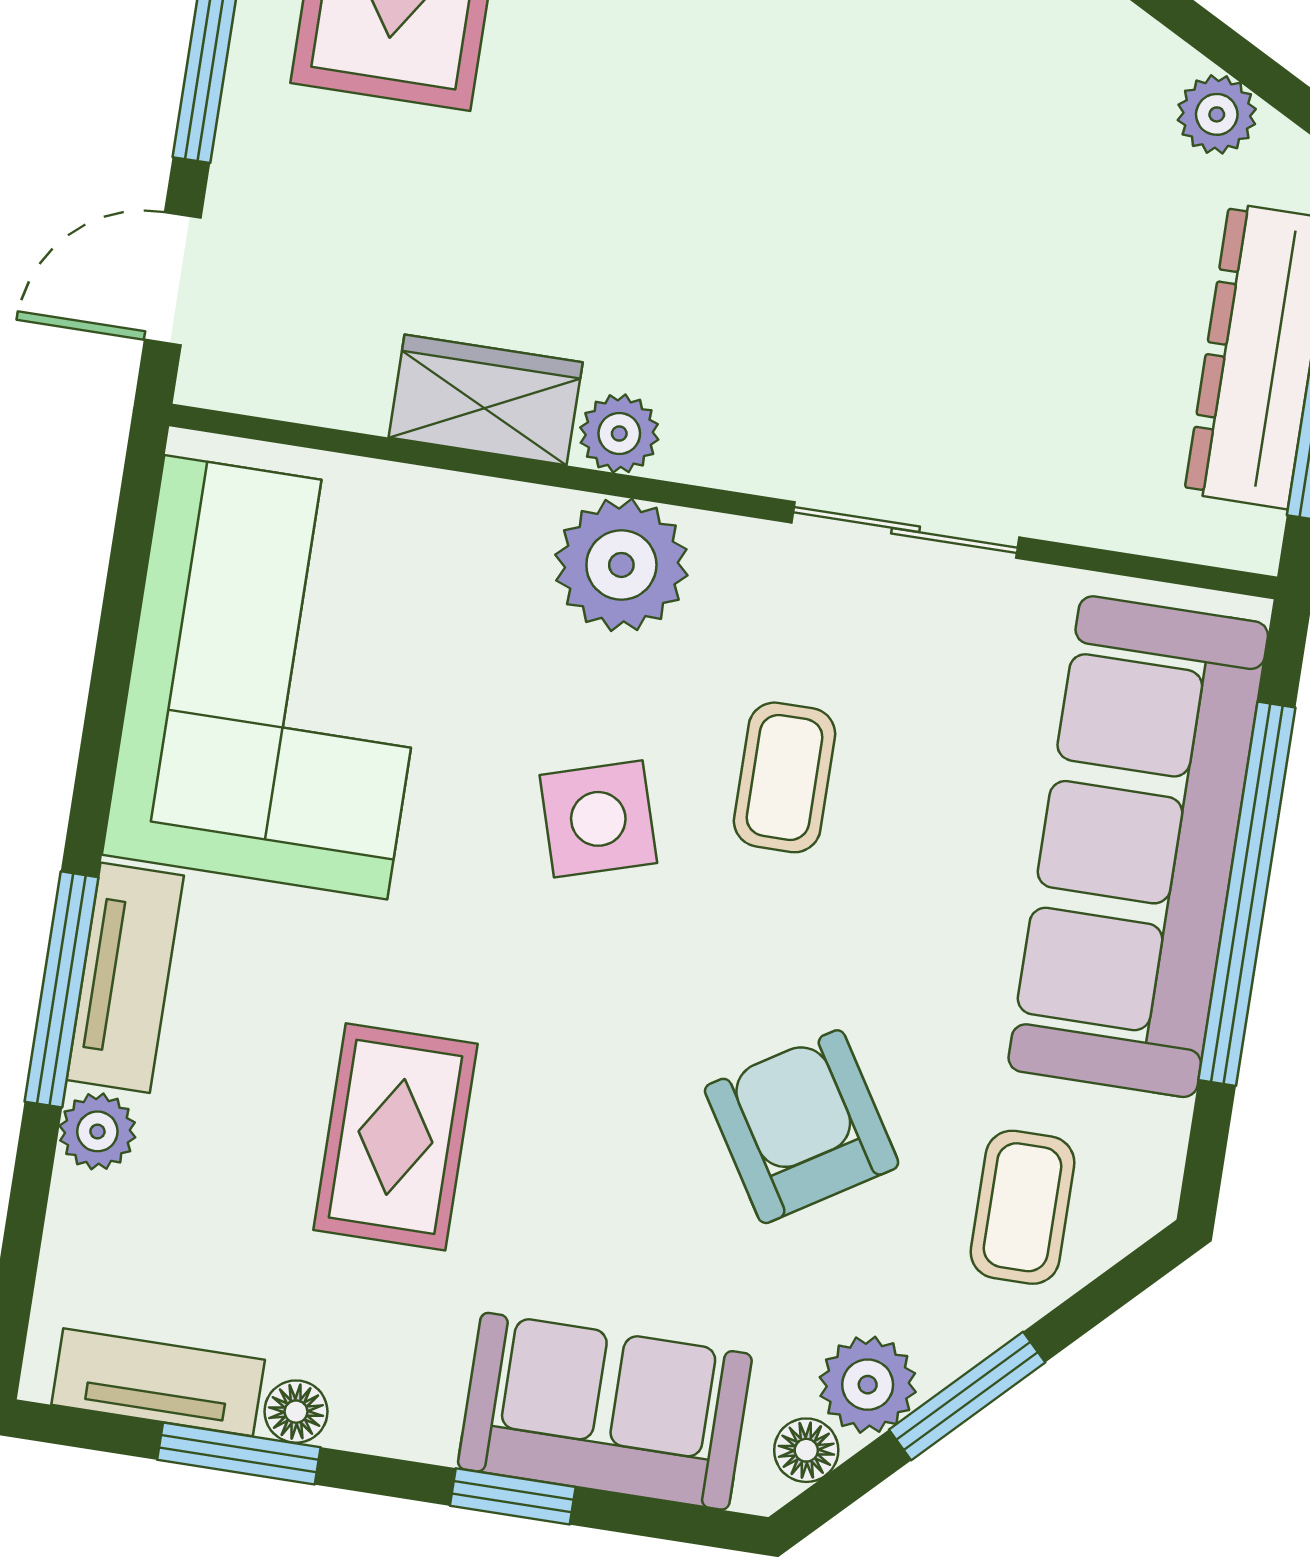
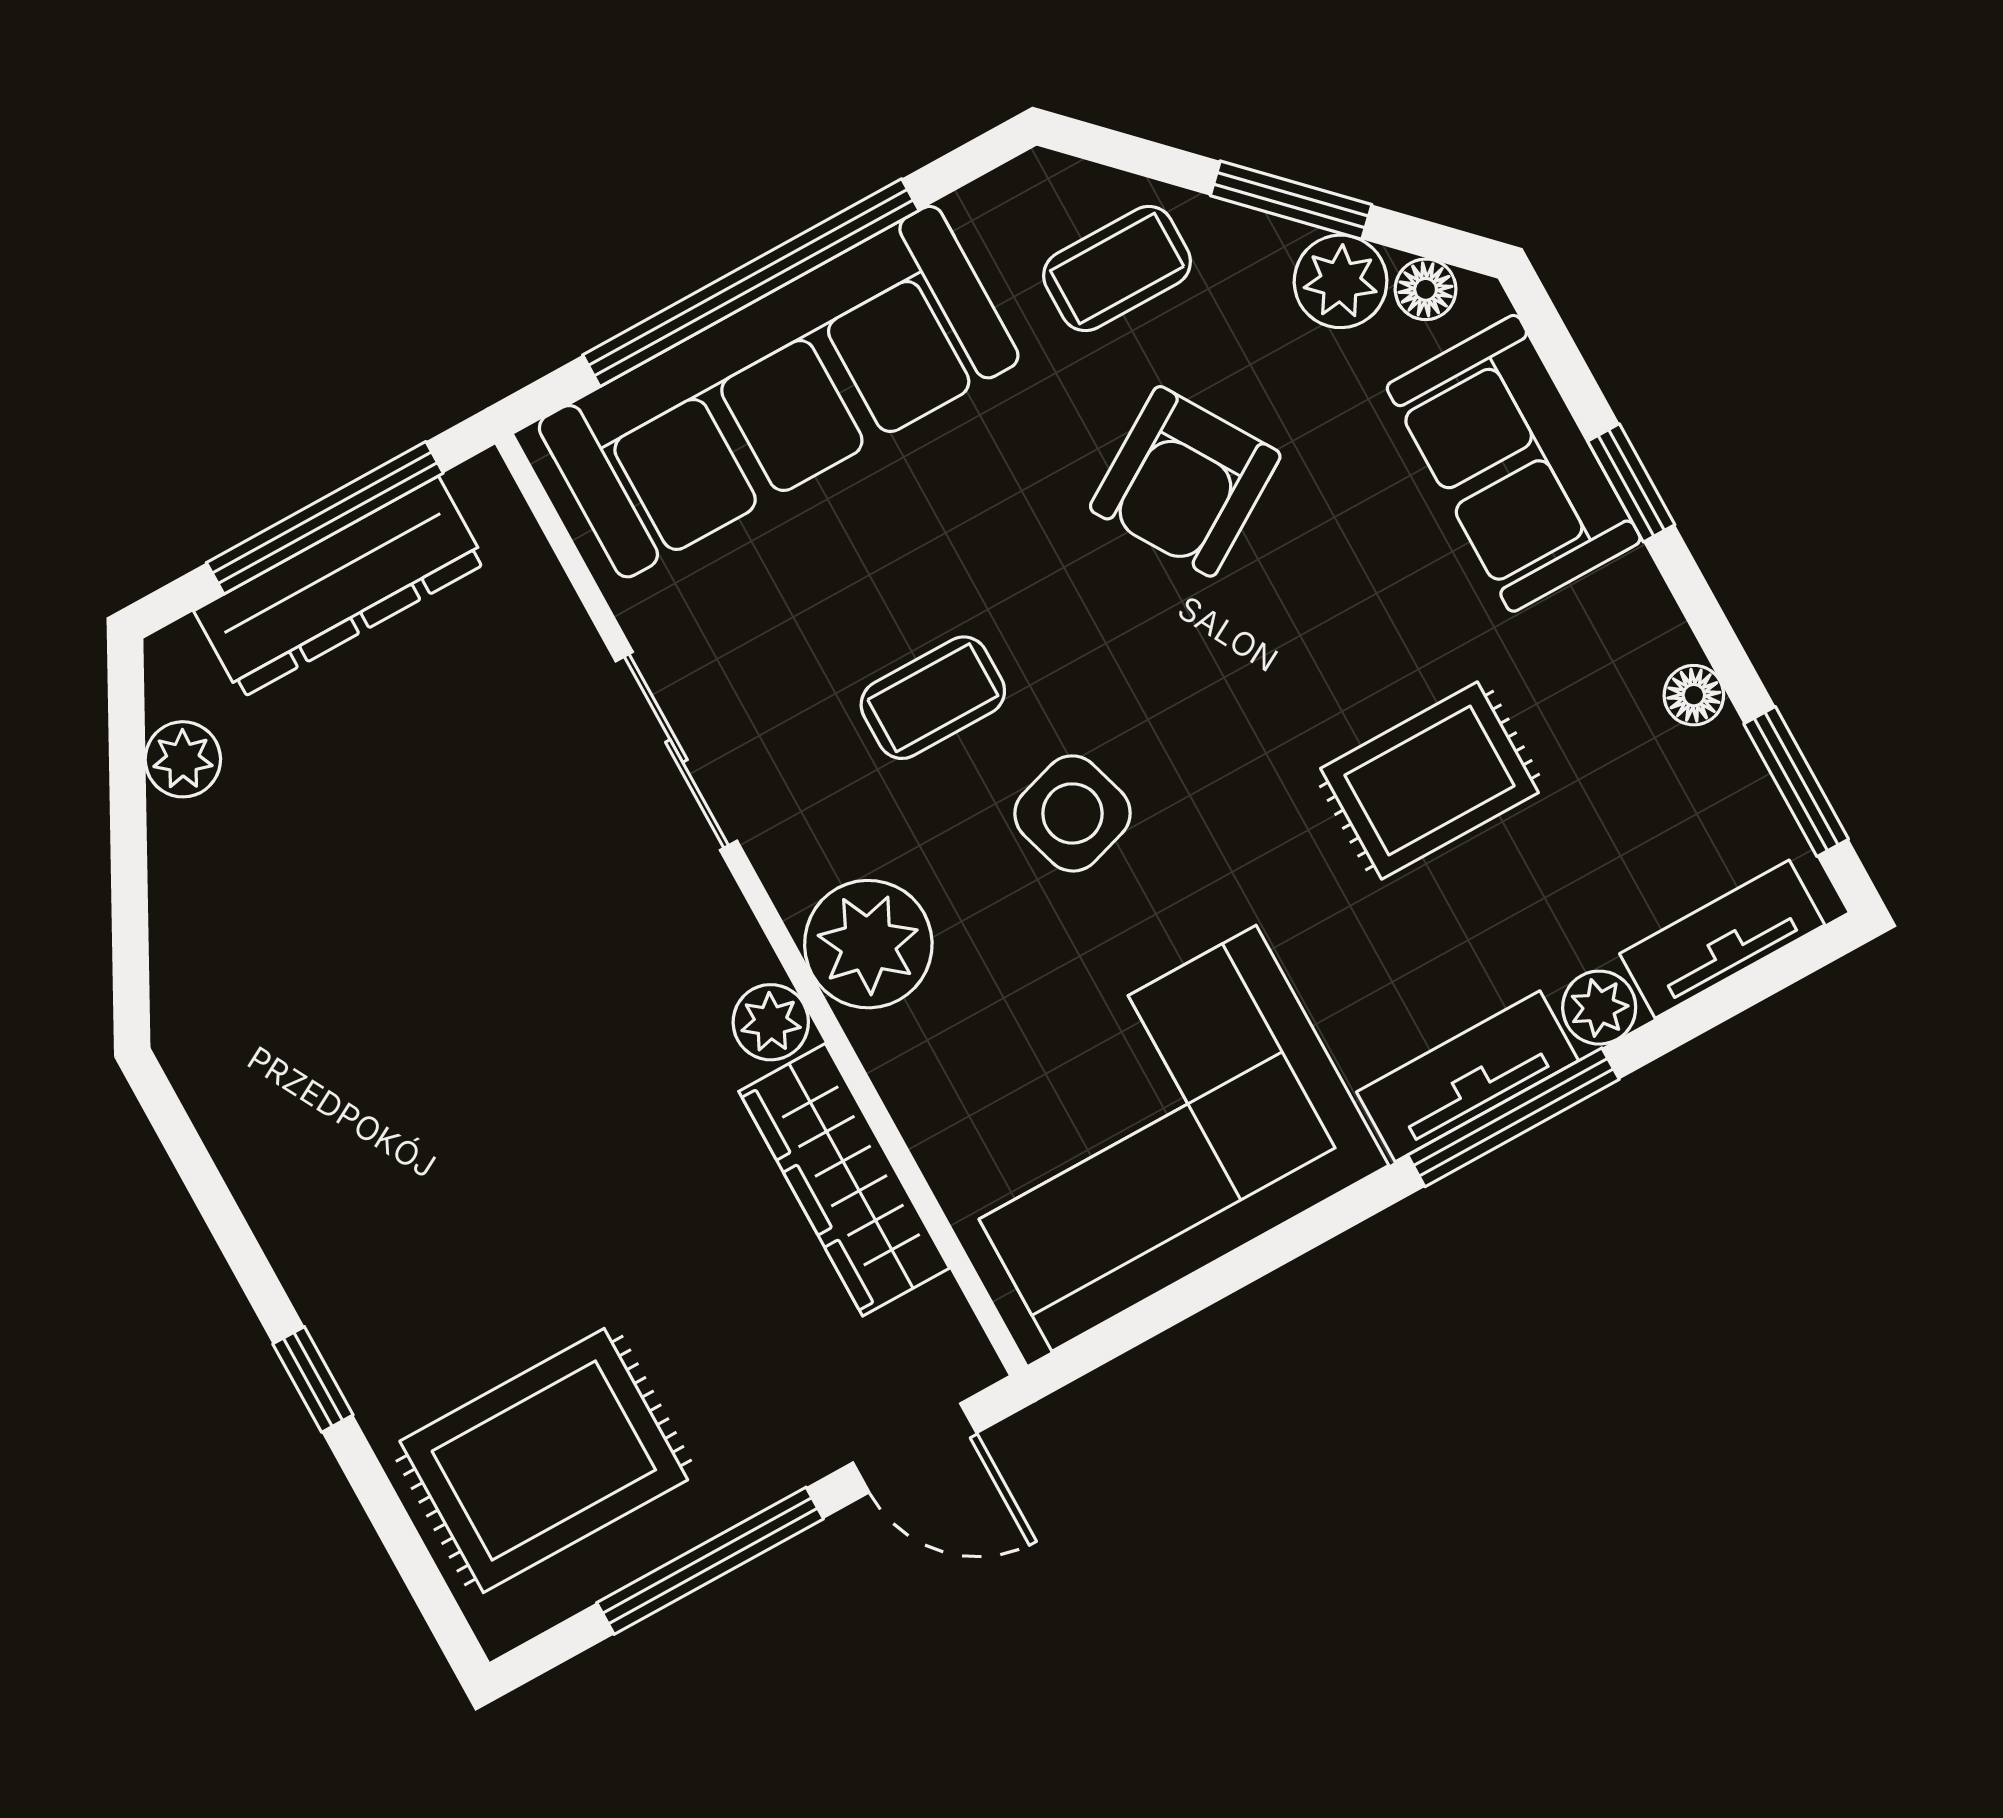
wardrobe: (486, 400) -> (844, 1180), width x1.50
tv unit: (158, 1382) -> (1722, 939), moved, turned 90
window: (239, 1454) -> (1796, 782), moved

